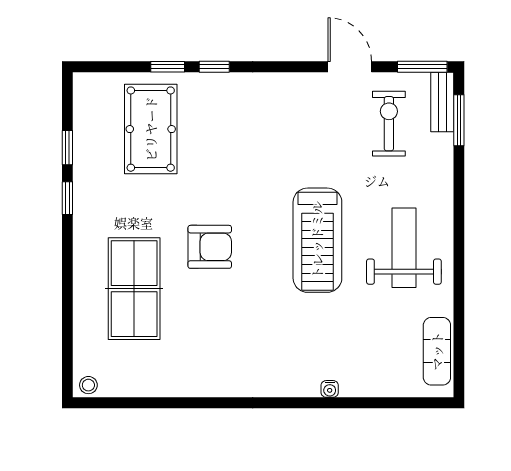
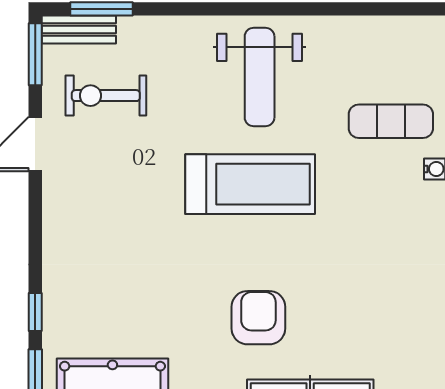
weight bench: (404, 248) -> (260, 77), turned -90
exercise mat: (437, 351) -> (391, 121), moved

